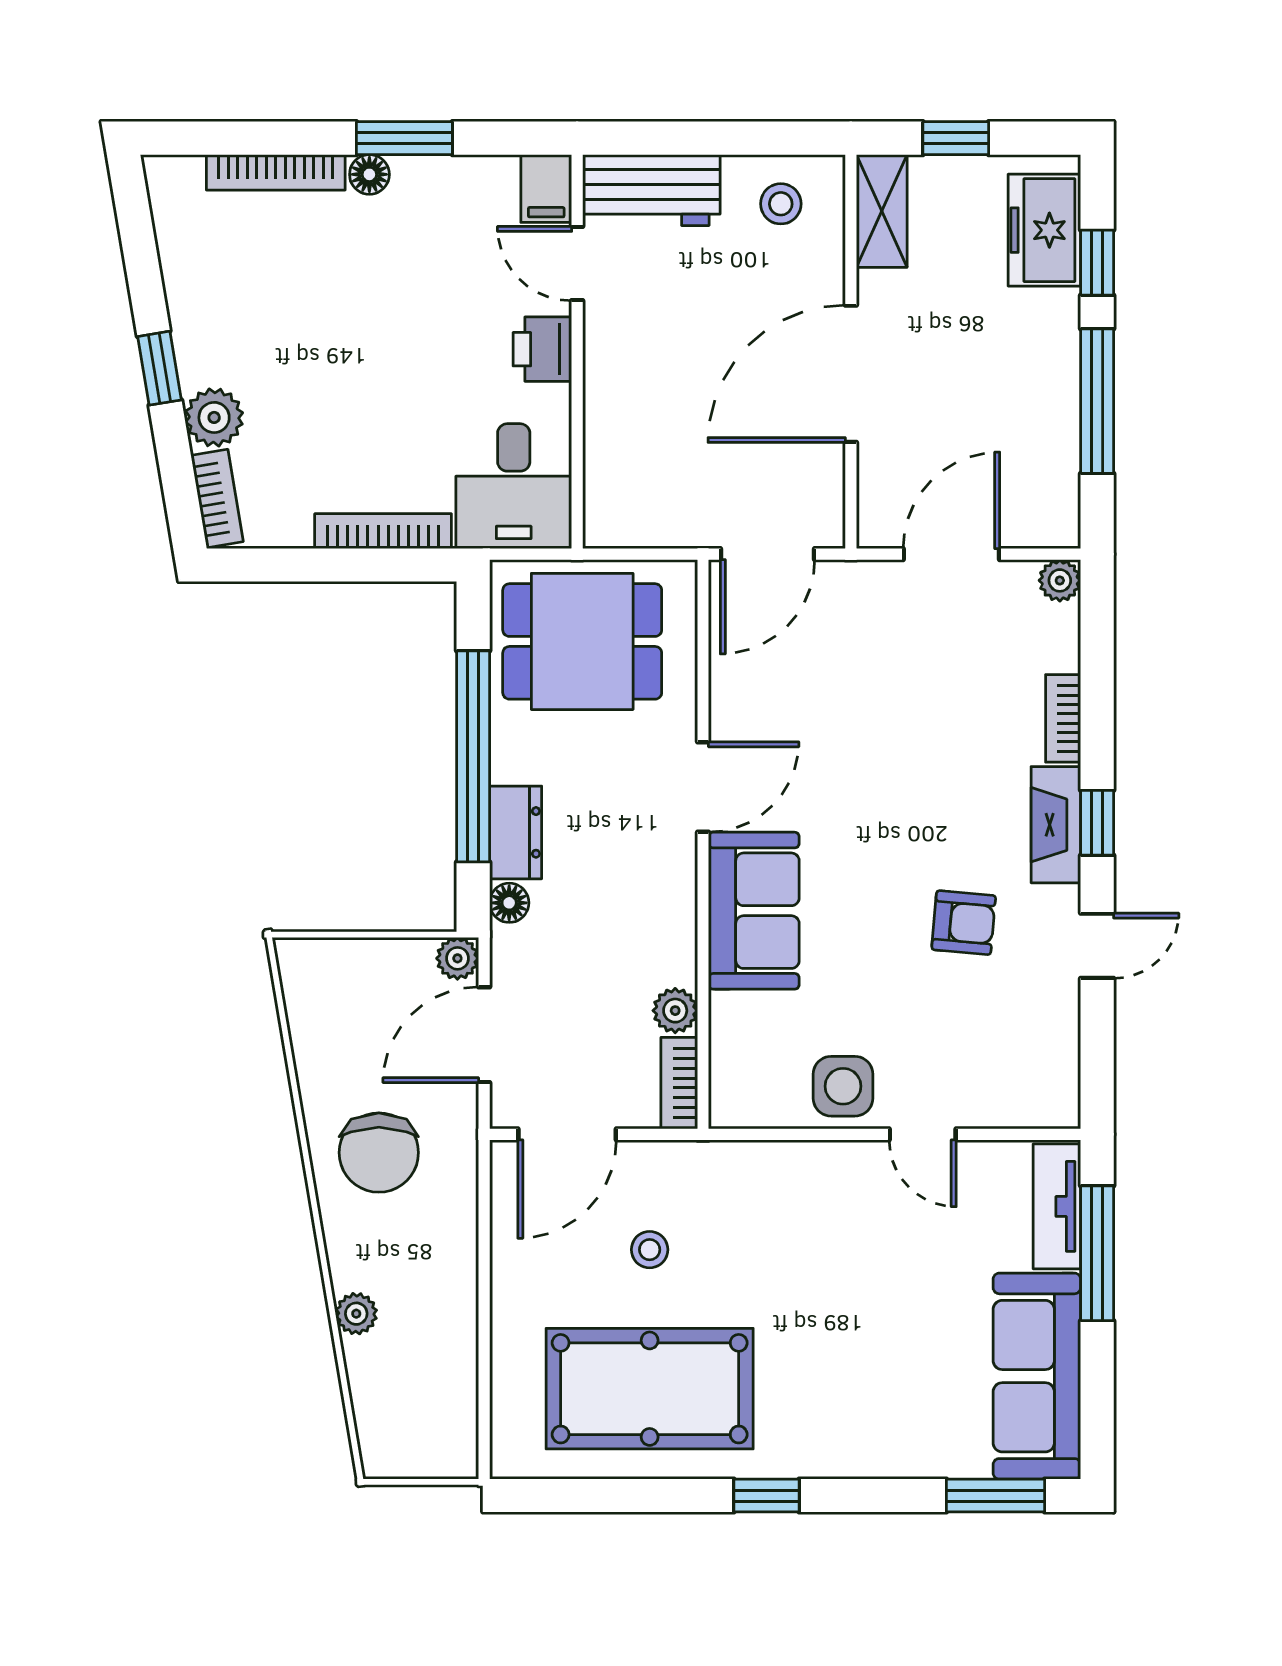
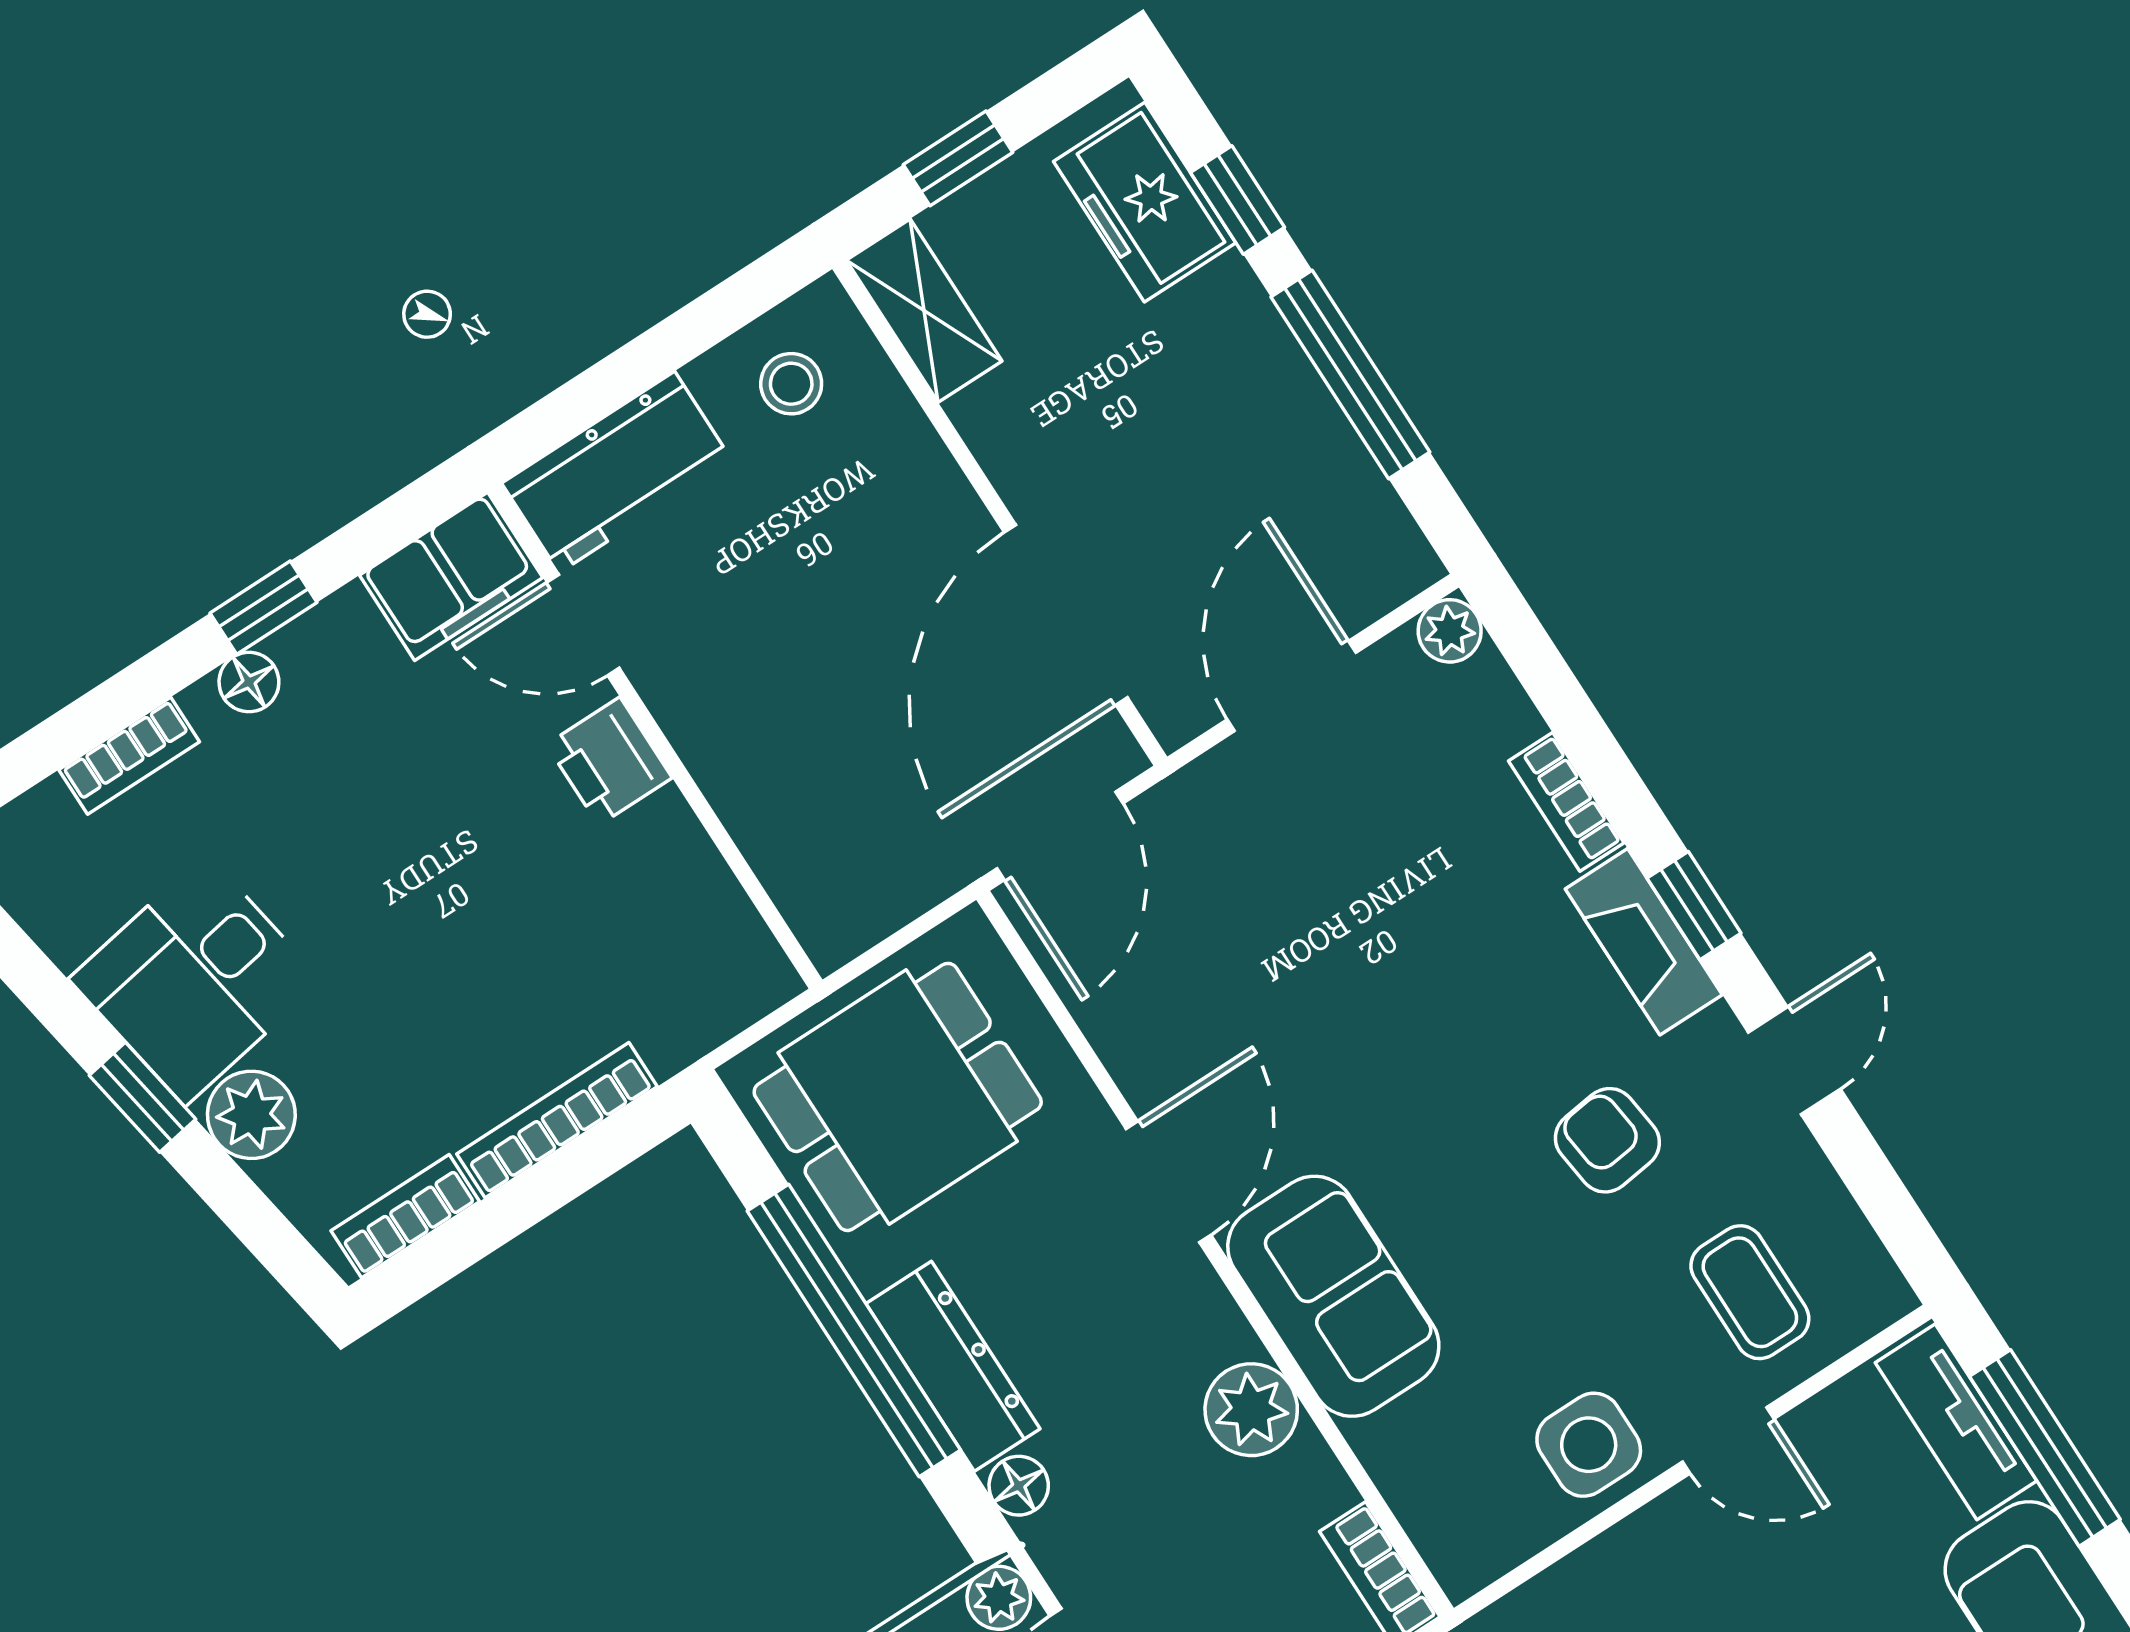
window: (404, 138) -> (263, 608), width x0.67
bookcase: (276, 172) -> (129, 756), width x0.64
filing cabinet: (546, 188) -> (451, 576), width x2.00
door: (851, 374) -> (1066, 615), moved
desk: (514, 486) -> (196, 980), moved, turned 80
bookcase: (217, 499) -> (405, 1216), moved, turned -80
dresser: (516, 832) -> (953, 1366), width x1.44
armchair: (964, 923) -> (1607, 1140), turned -102
plant: (675, 1011) -> (1251, 1410), moved, width x1.38, depth x1.38
coffee table: (988, 1059) -> (1750, 1292), added

